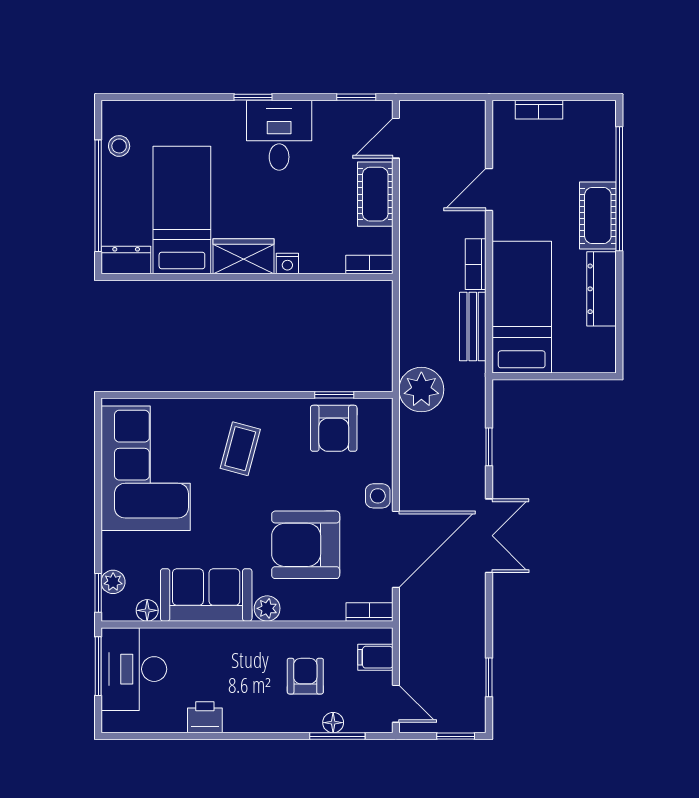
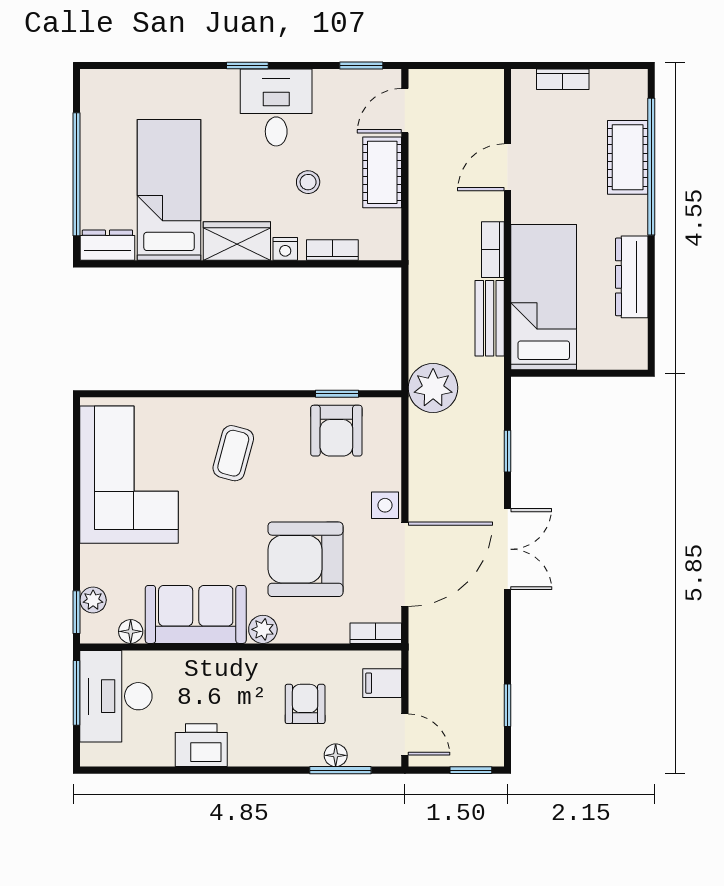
stool: (119, 146) -> (308, 182), moved
cot: (598, 216) -> (628, 157), moved
bookcase: (369, 265) -> (332, 250), moved
printer: (205, 717) -> (201, 745), width x1.36, depth x1.24

